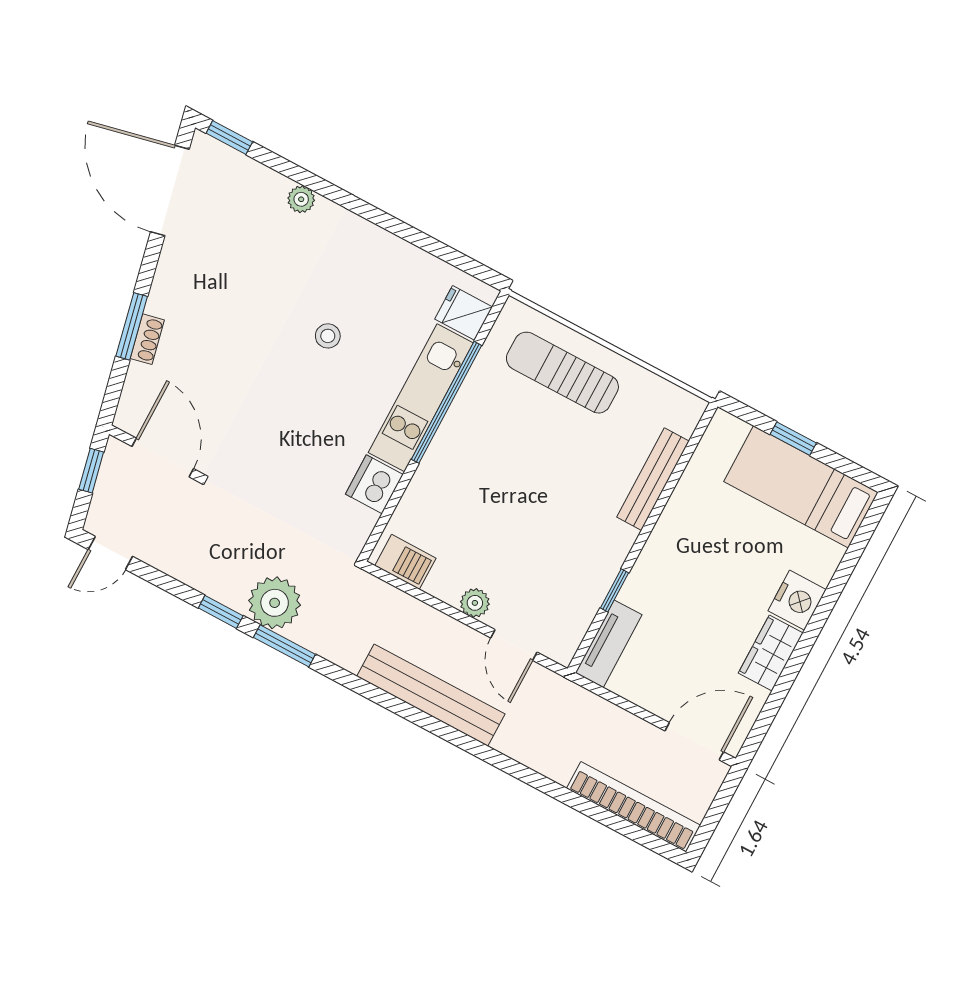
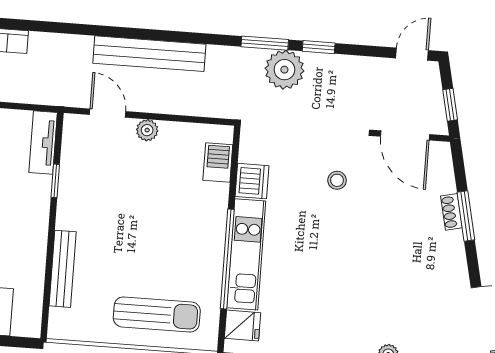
stool: (328, 336) -> (337, 180), moved
barbecue: (405, 562) -> (218, 162), moved, turned 90

